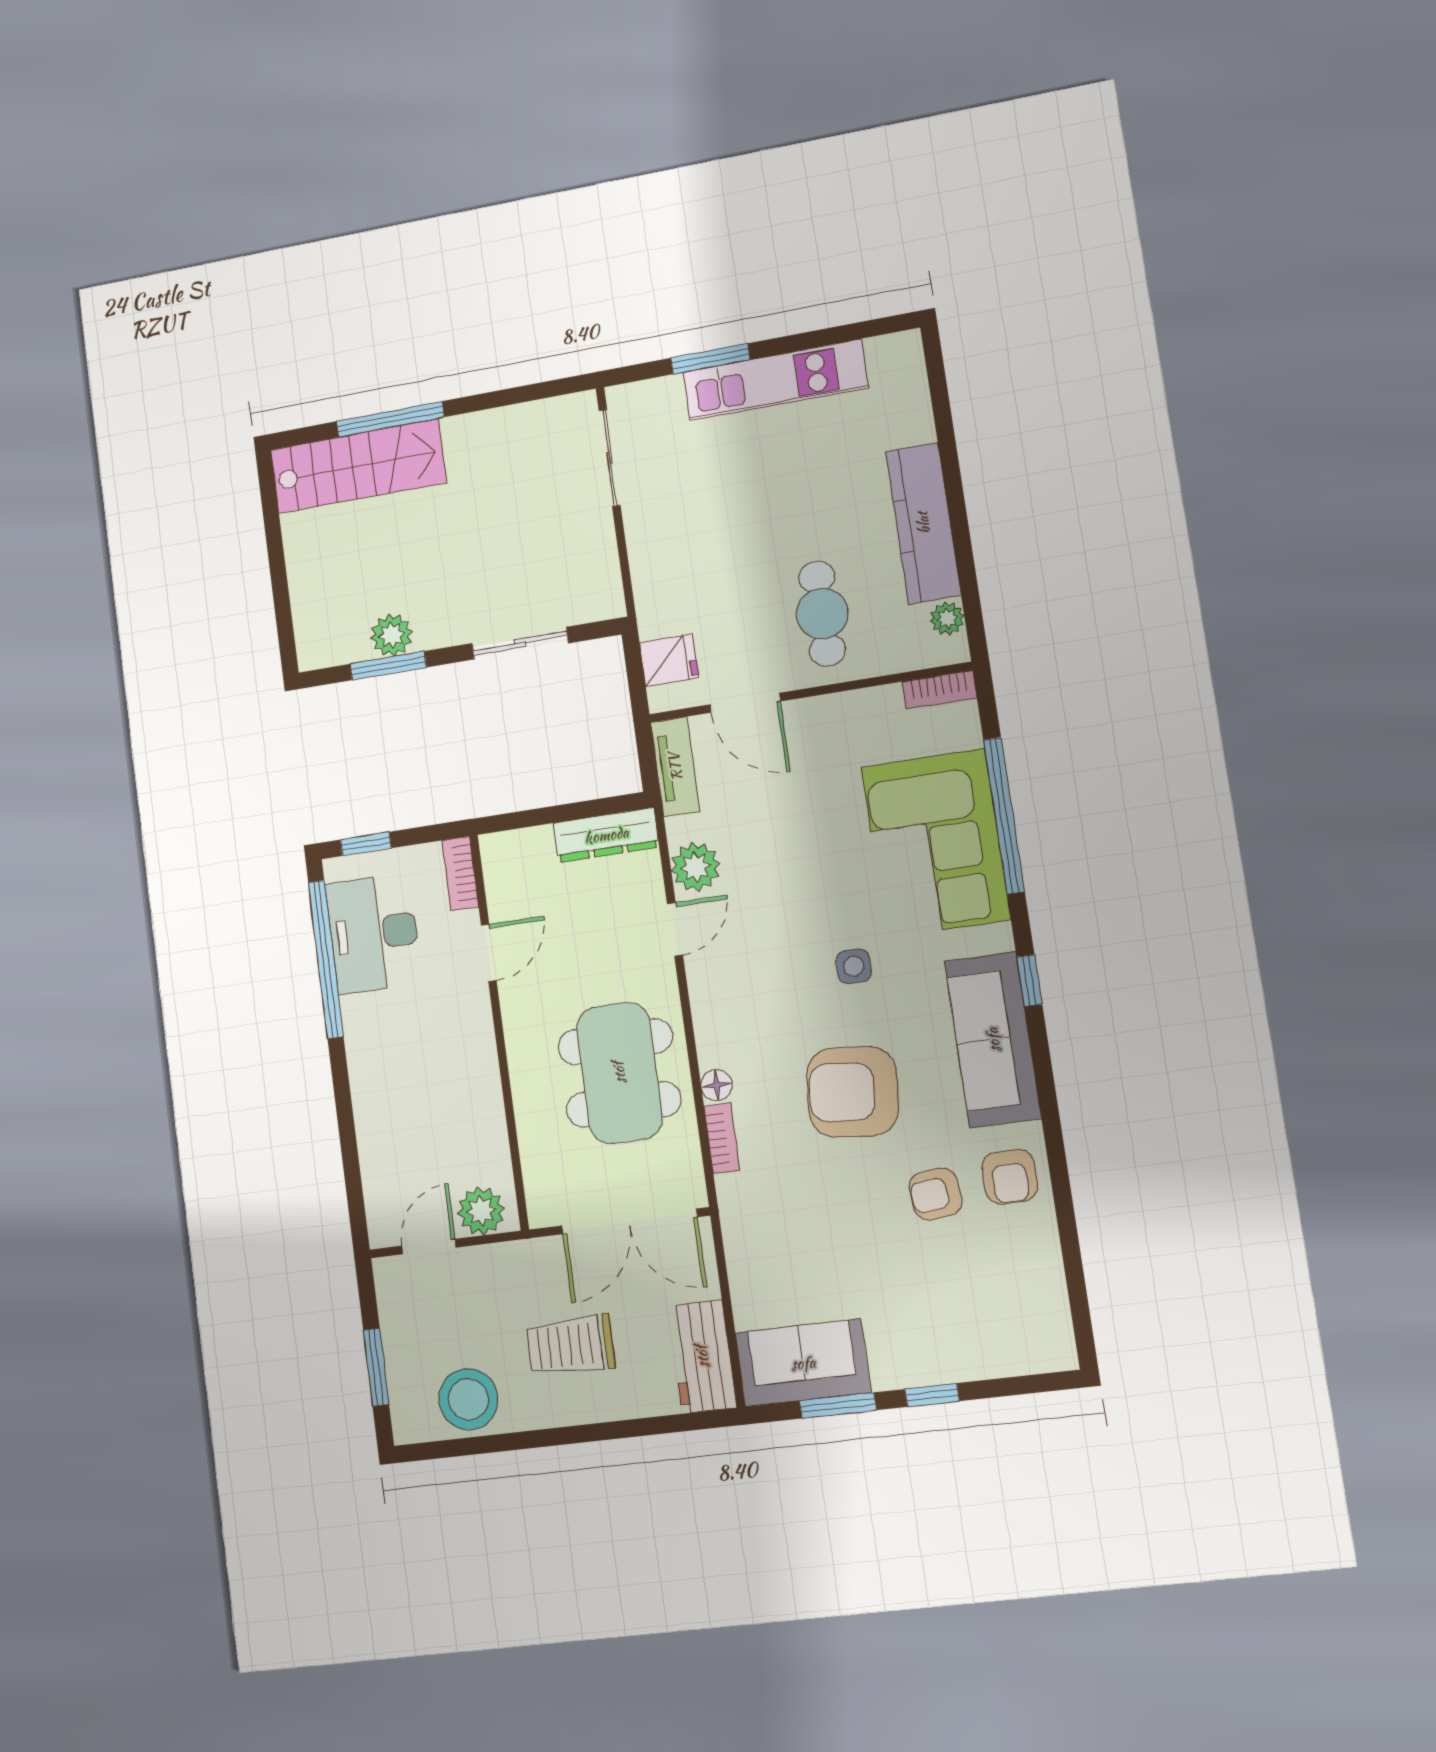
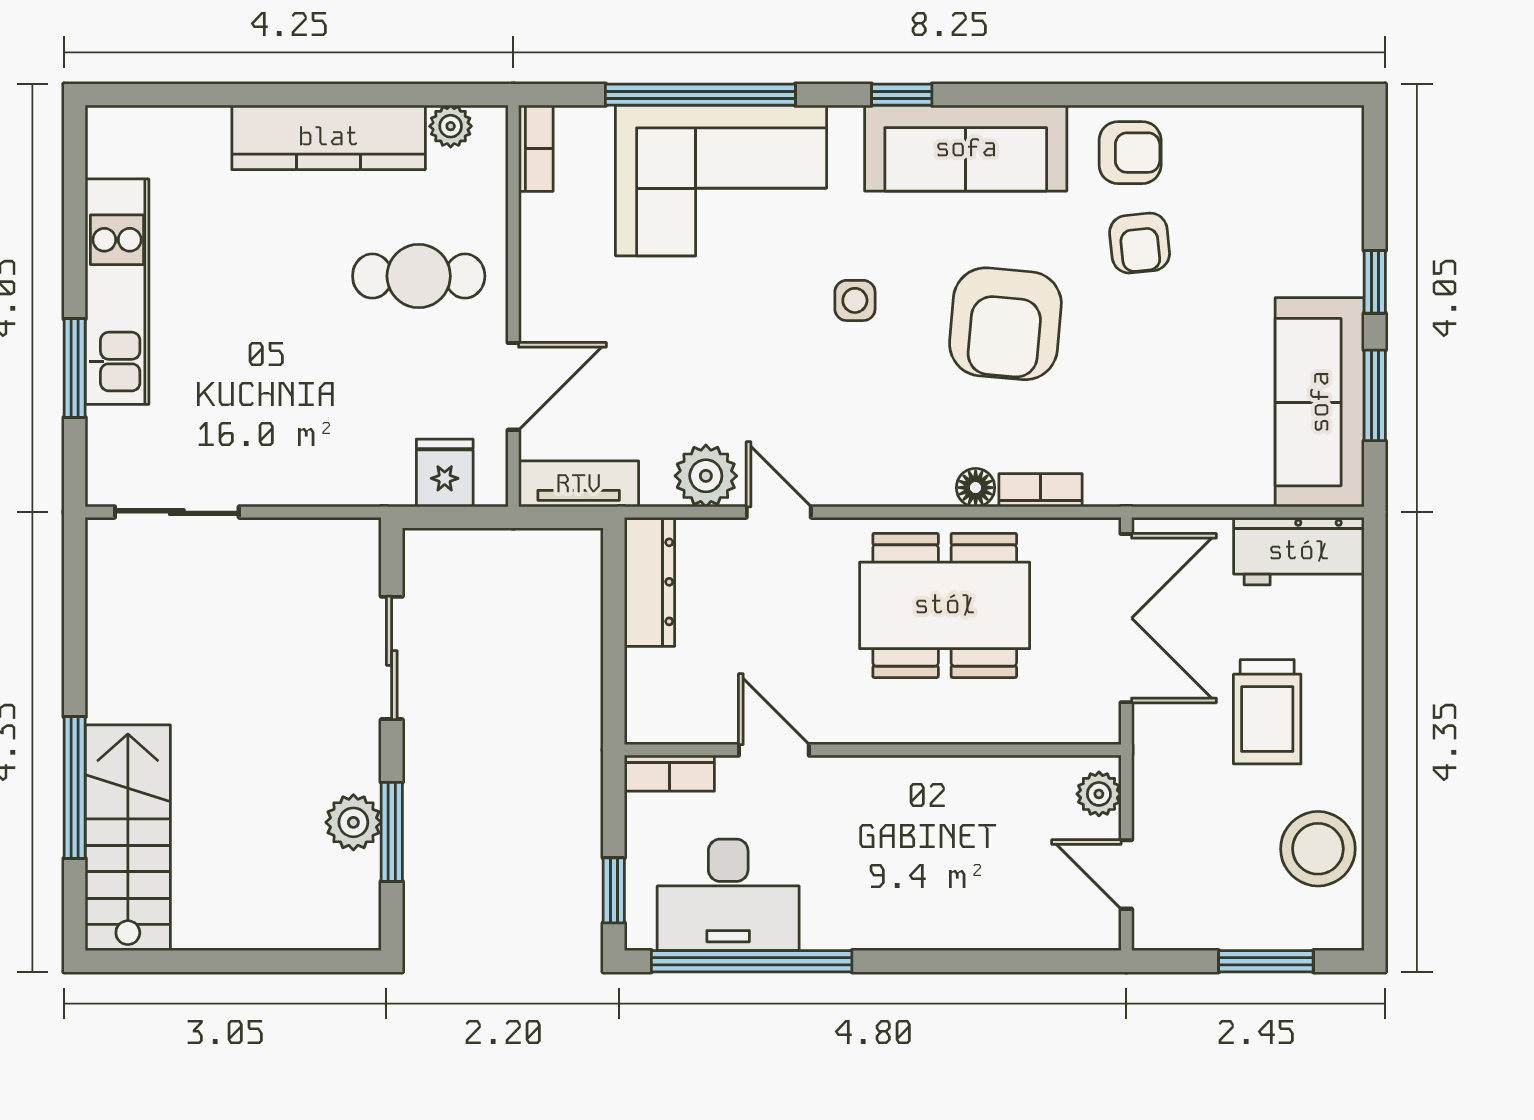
plant: (481, 1211) -> (1099, 794), width x0.73, depth x0.73
sofa: (803, 1363) -> (1320, 402), width x1.36

